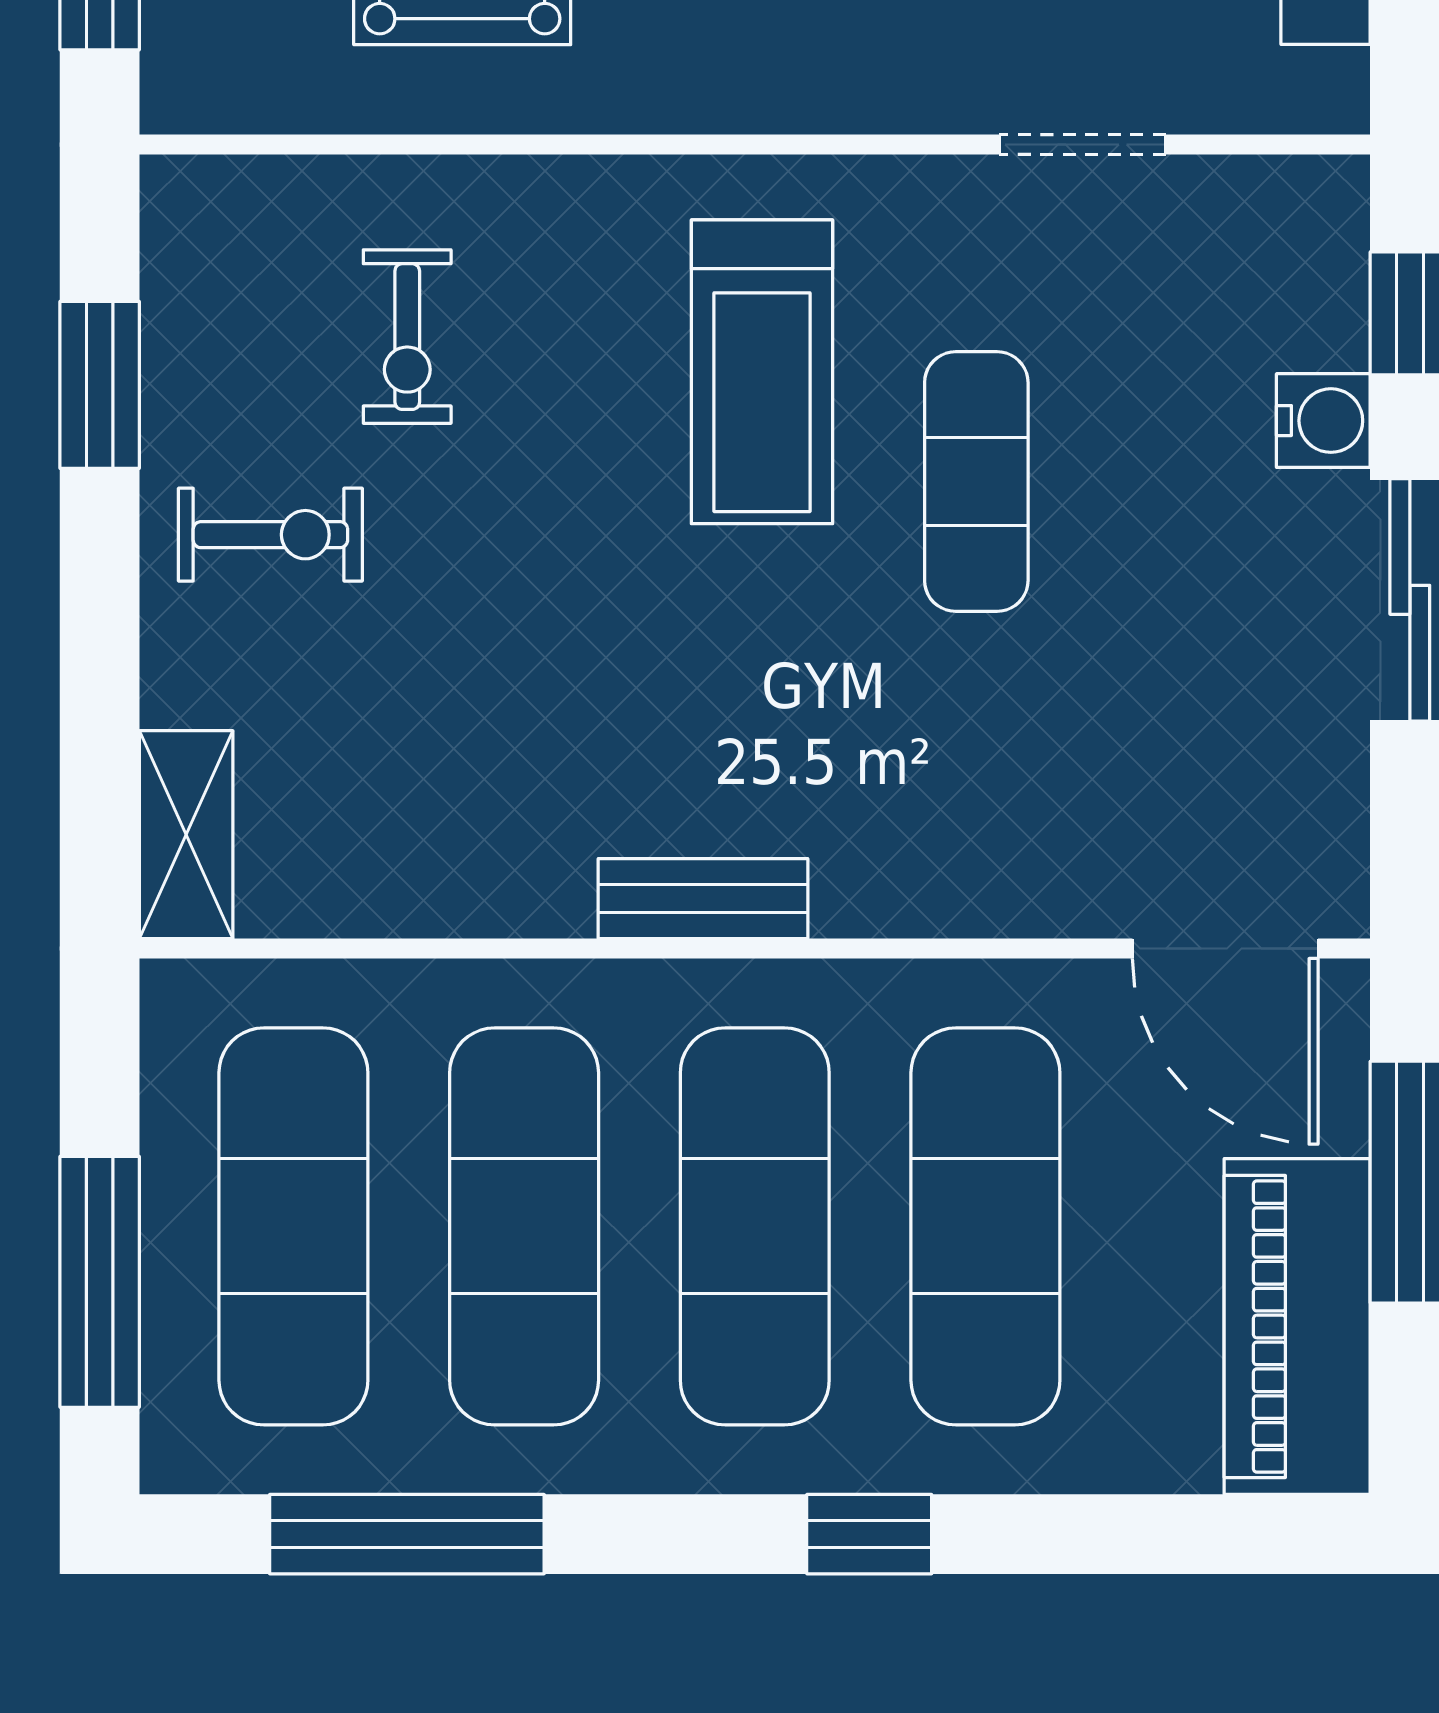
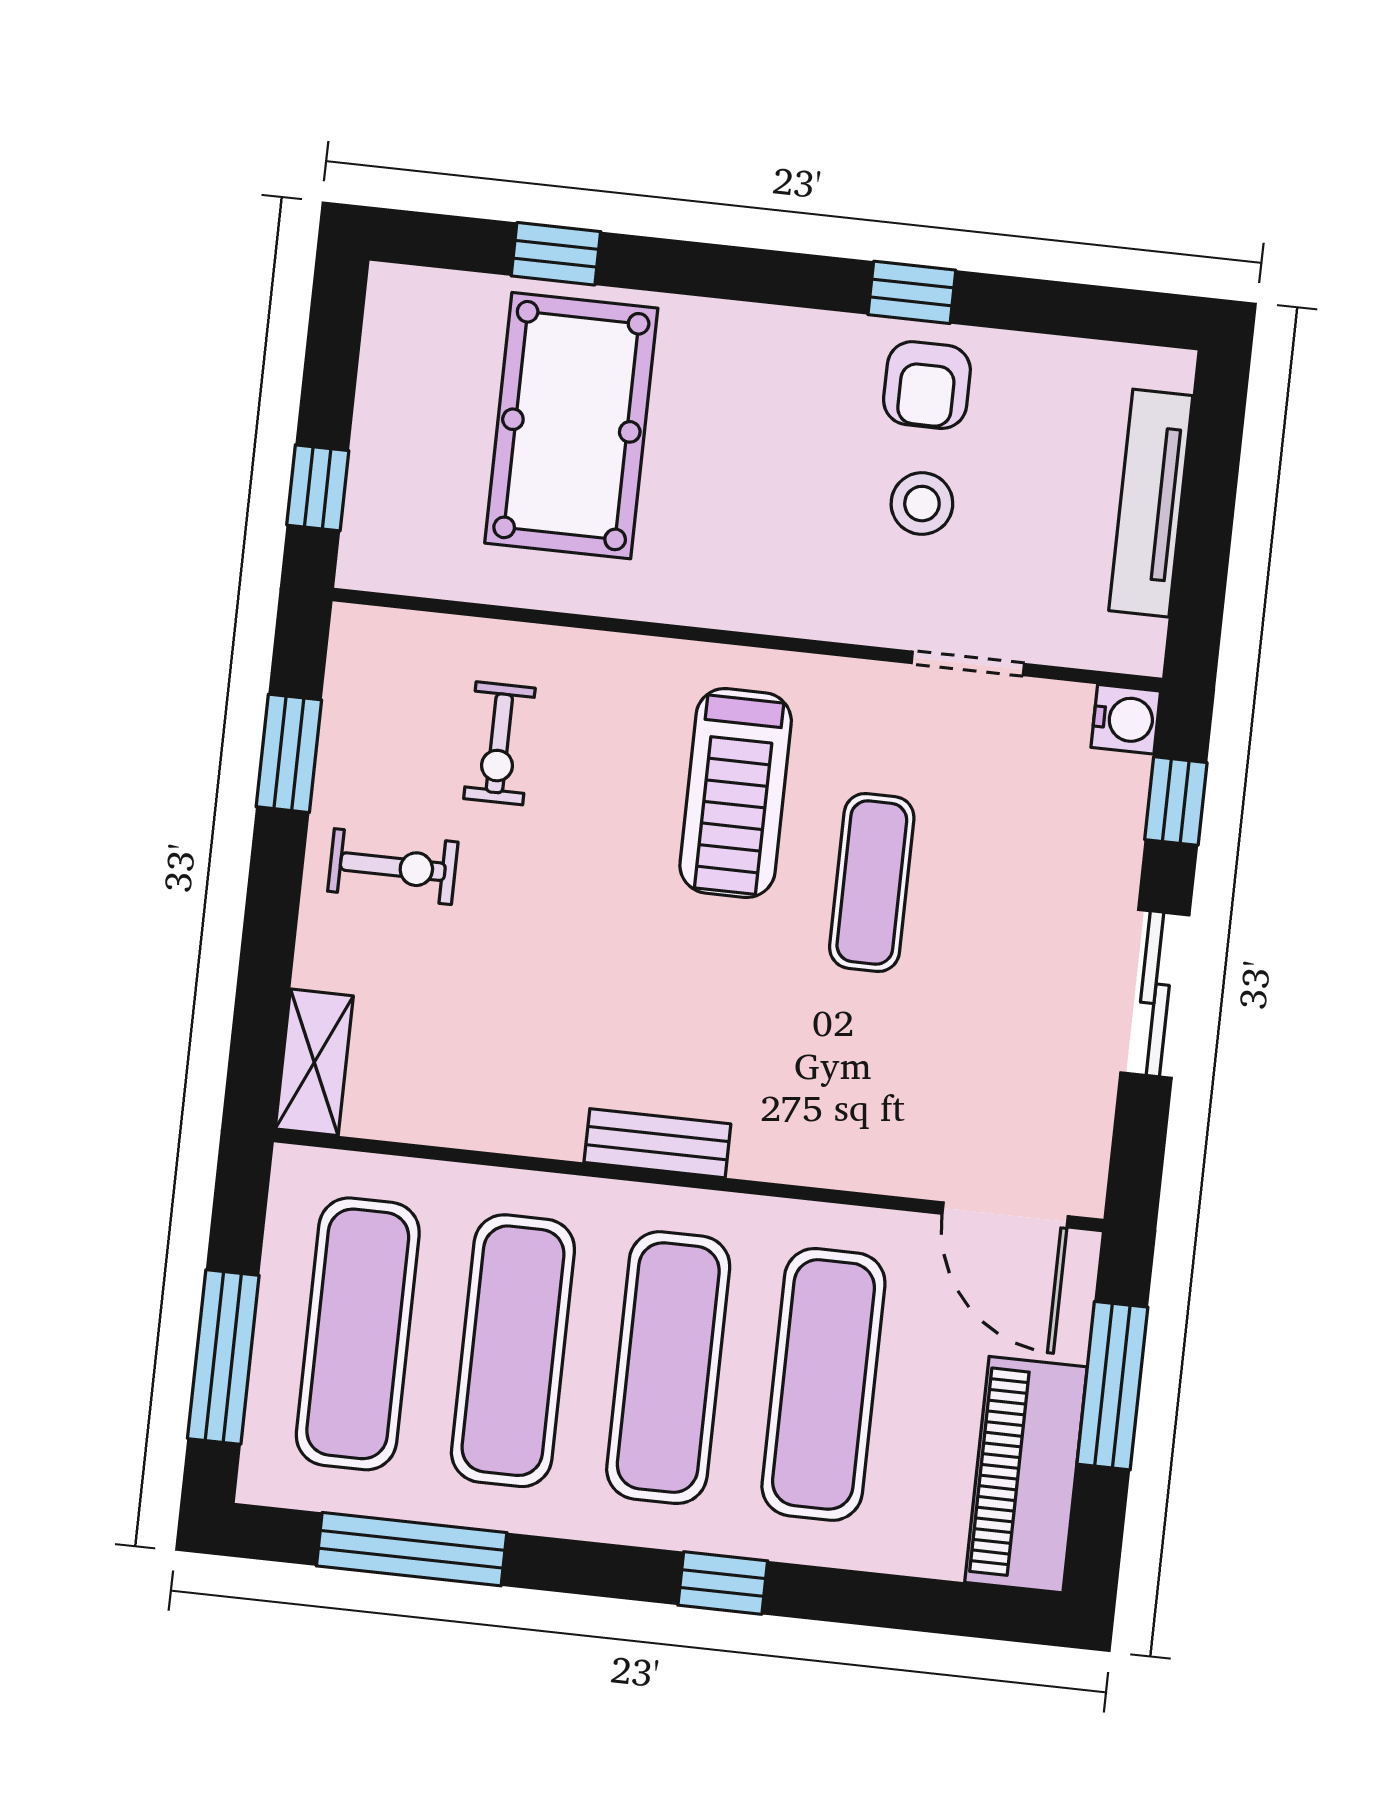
water cooler: (1323, 421) -> (1126, 719), moved

